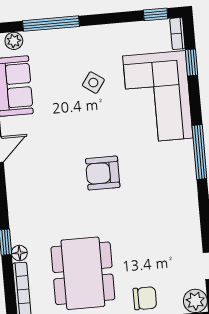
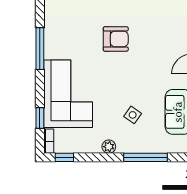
plant: (14, 41) -> (109, 147), moved
side table: (93, 83) -> (133, 115), moved

